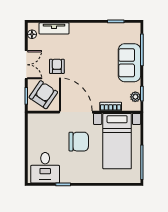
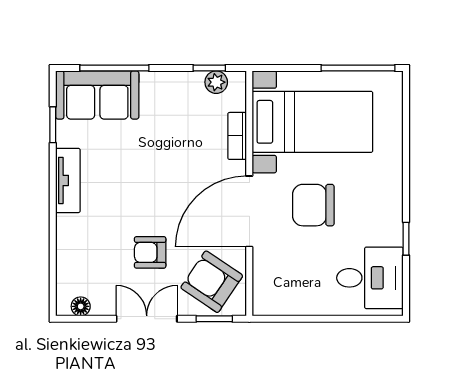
tv unit: (54, 28) -> (68, 180), moved
sofa: (129, 63) -> (97, 95), moved
chair: (79, 142) -> (313, 205), turned -90

